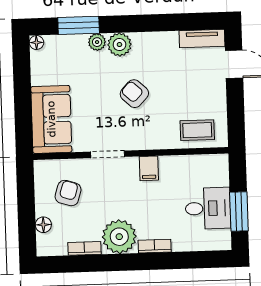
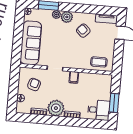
armchair: (134, 94) -> (83, 31), moved
sofa: (51, 119) -> (31, 43), width x1.36
desk: (208, 208) -> (99, 110), moved

